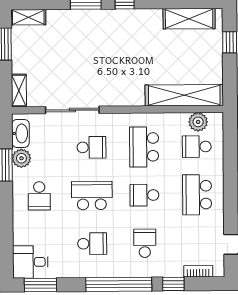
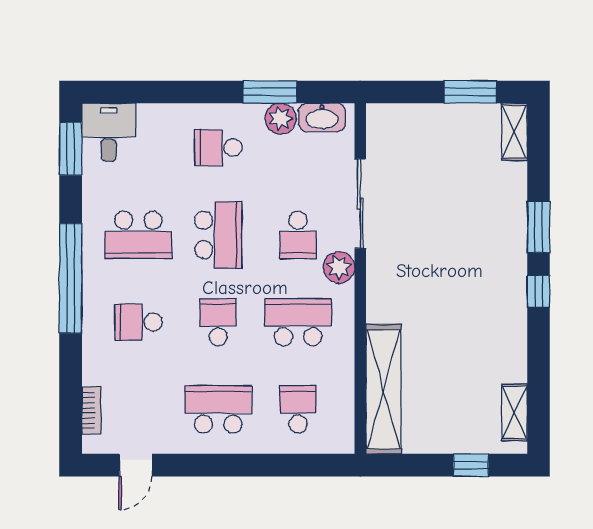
shelving: (189, 19) -> (515, 412), width x0.67, depth x0.75
shelving: (19, 91) -> (393, 115), removed
plant: (198, 122) -> (339, 267), moved
school desk: (145, 243) -> (138, 322), turned 180
school desk: (92, 244) -> (138, 235), width x1.85
window: (173, 284) -> (71, 369), removed

